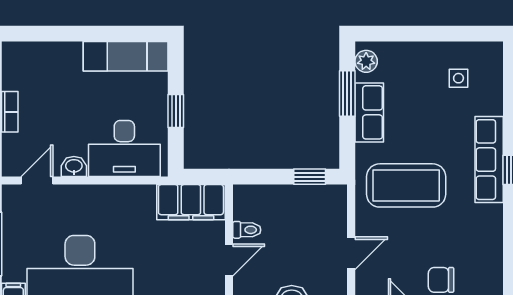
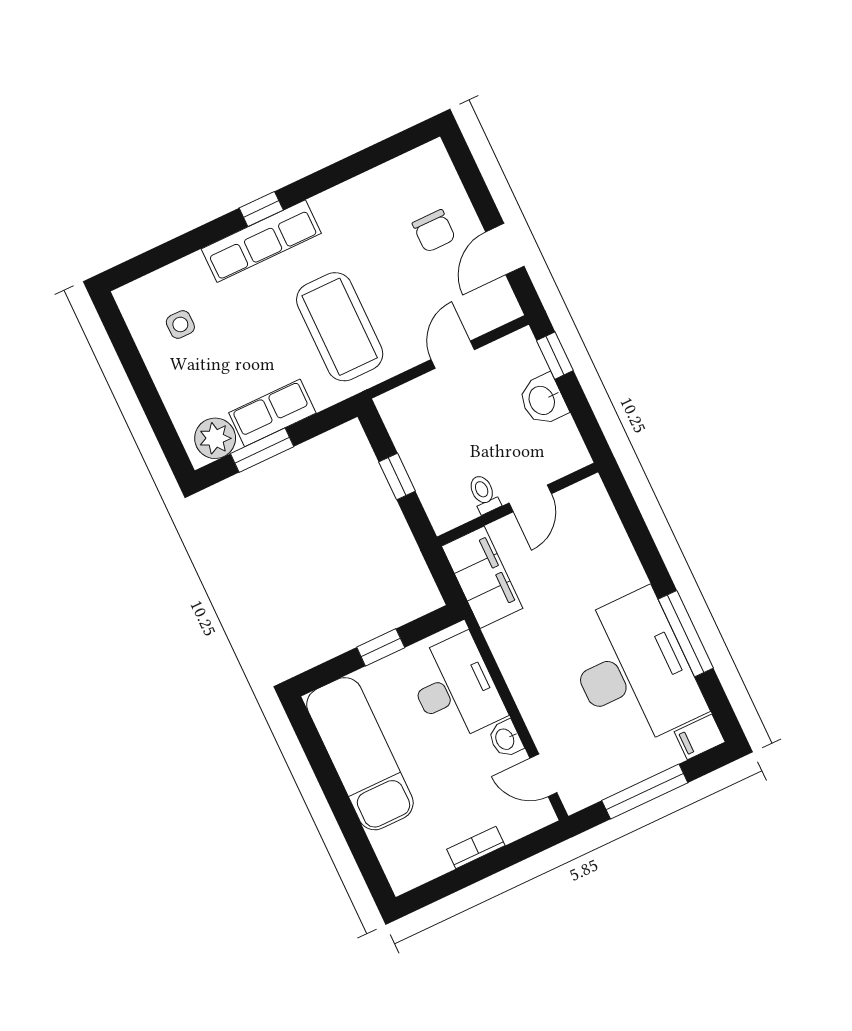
exam couch: (126, 56) -> (360, 754), width x1.36, depth x1.45
plant: (366, 61) -> (215, 438), width x1.38, depth x1.38
window: (310, 177) -> (397, 476), moved
door: (351, 253) -> (453, 355), hinge flipped
door: (229, 260) -> (530, 498), swing flipped

